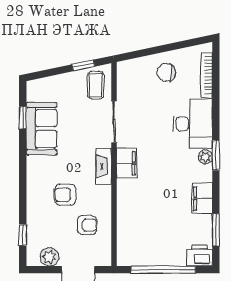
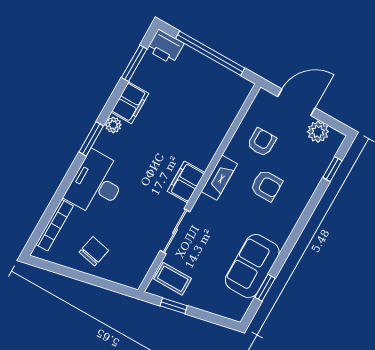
chair: (166, 72) -> (94, 251), turned -78
coffee table: (96, 85) -> (173, 279), turned 90
plant: (205, 157) -> (113, 125), moved
fireplace: (104, 166) -> (219, 178), moved
armchair: (87, 225) -> (262, 142), turned 90

